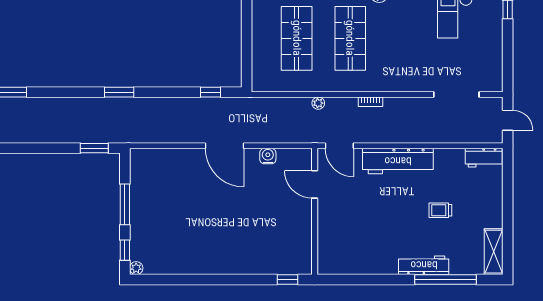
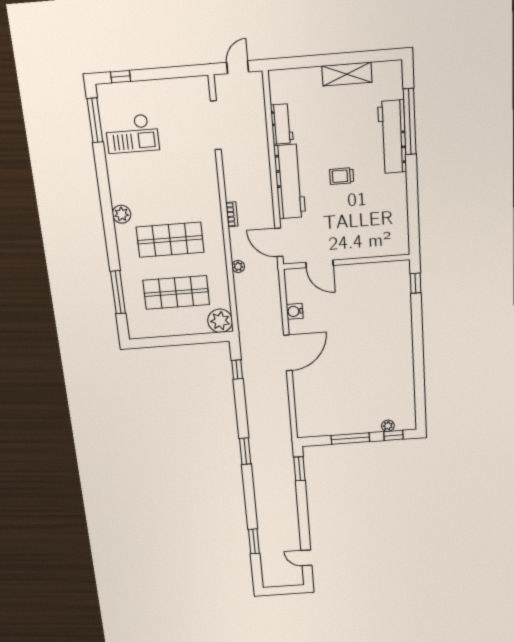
plant: (264, 80) -> (220, 321), added
door: (339, 146) -> (279, 242), swing flipped
workbench: (484, 158) -> (282, 124), moved
door: (315, 184) -> (319, 264), hinge flipped
trolley: (440, 210) -> (342, 176), moved, turned 90
shelving: (494, 252) -> (347, 74), moved
workbench: (424, 265) -> (392, 137), width x1.36, depth x1.32
plant: (136, 268) -> (388, 426), moved

